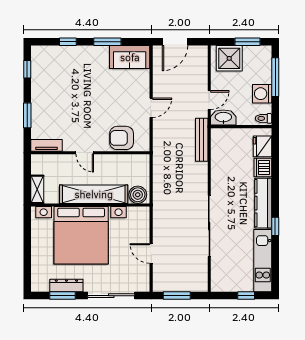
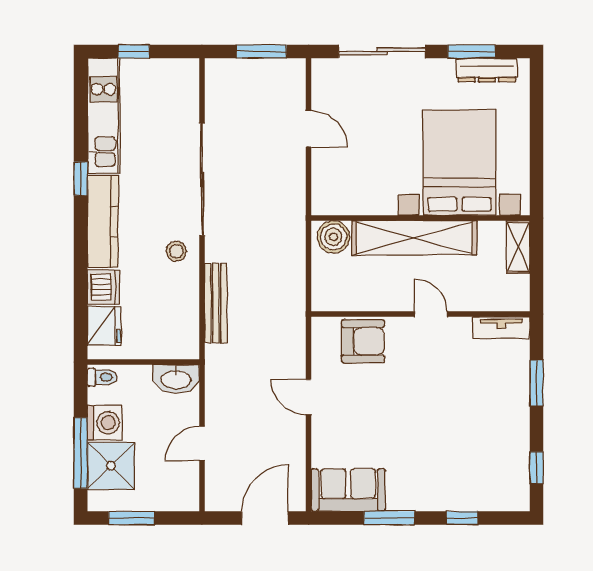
shower: (229, 58) -> (111, 466), moved
door: (209, 100) -> (202, 443), moved
door: (151, 108) -> (309, 397), hinge flipped
bench: (202, 140) -> (216, 303), moved
stool: (223, 187) -> (176, 251), added
bed with nightstands: (81, 235) -> (460, 162), width x0.73
dresser: (66, 286) -> (487, 70), moved

